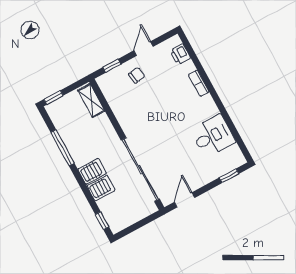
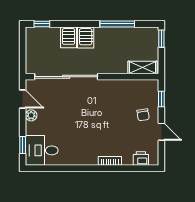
desk: (213, 136) -> (42, 150), moved, turned 90
plant: (196, 183) -> (31, 115), added

